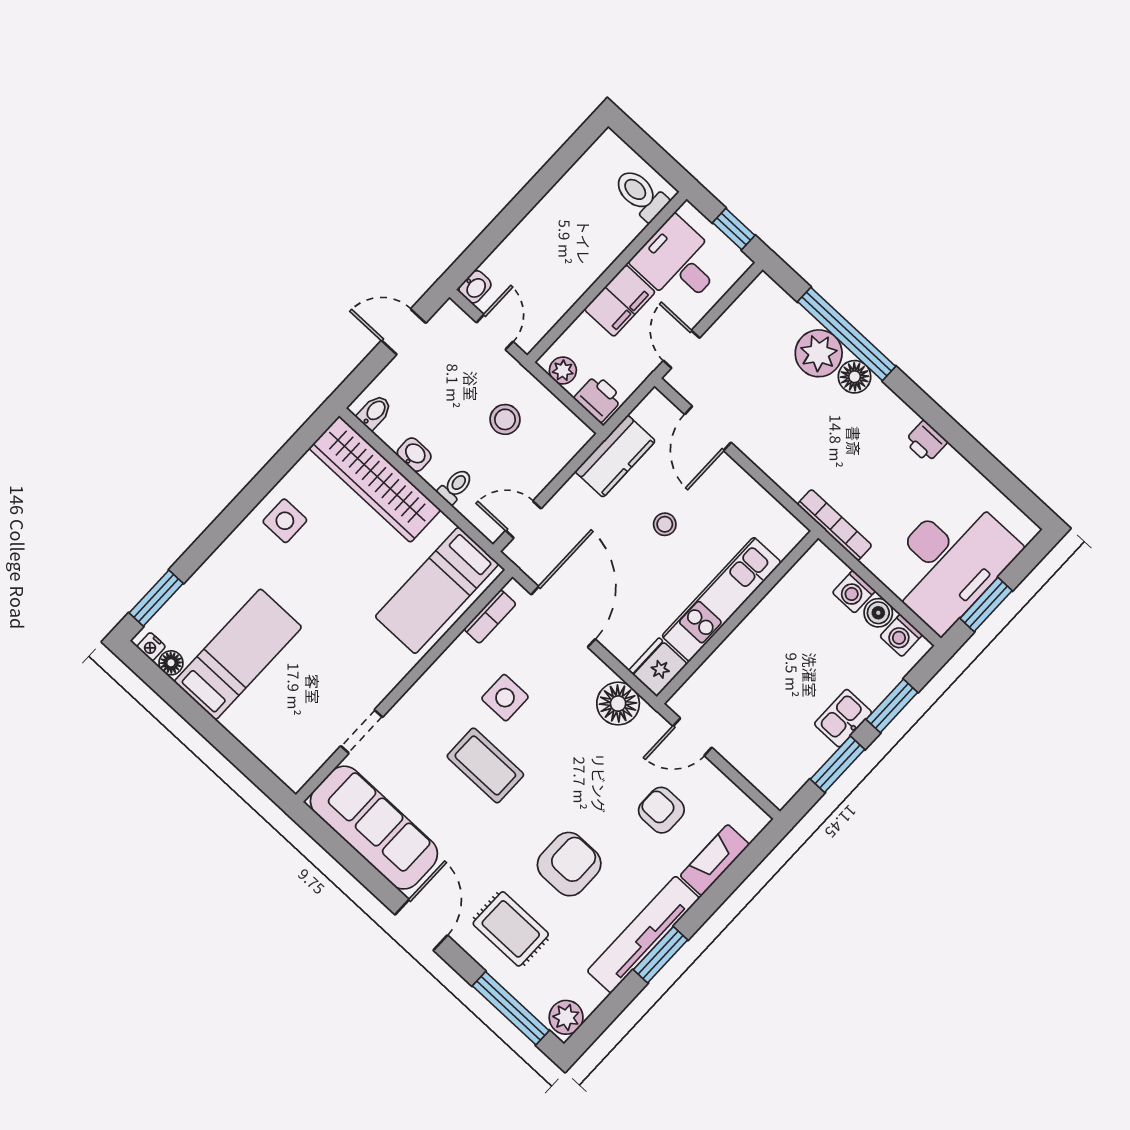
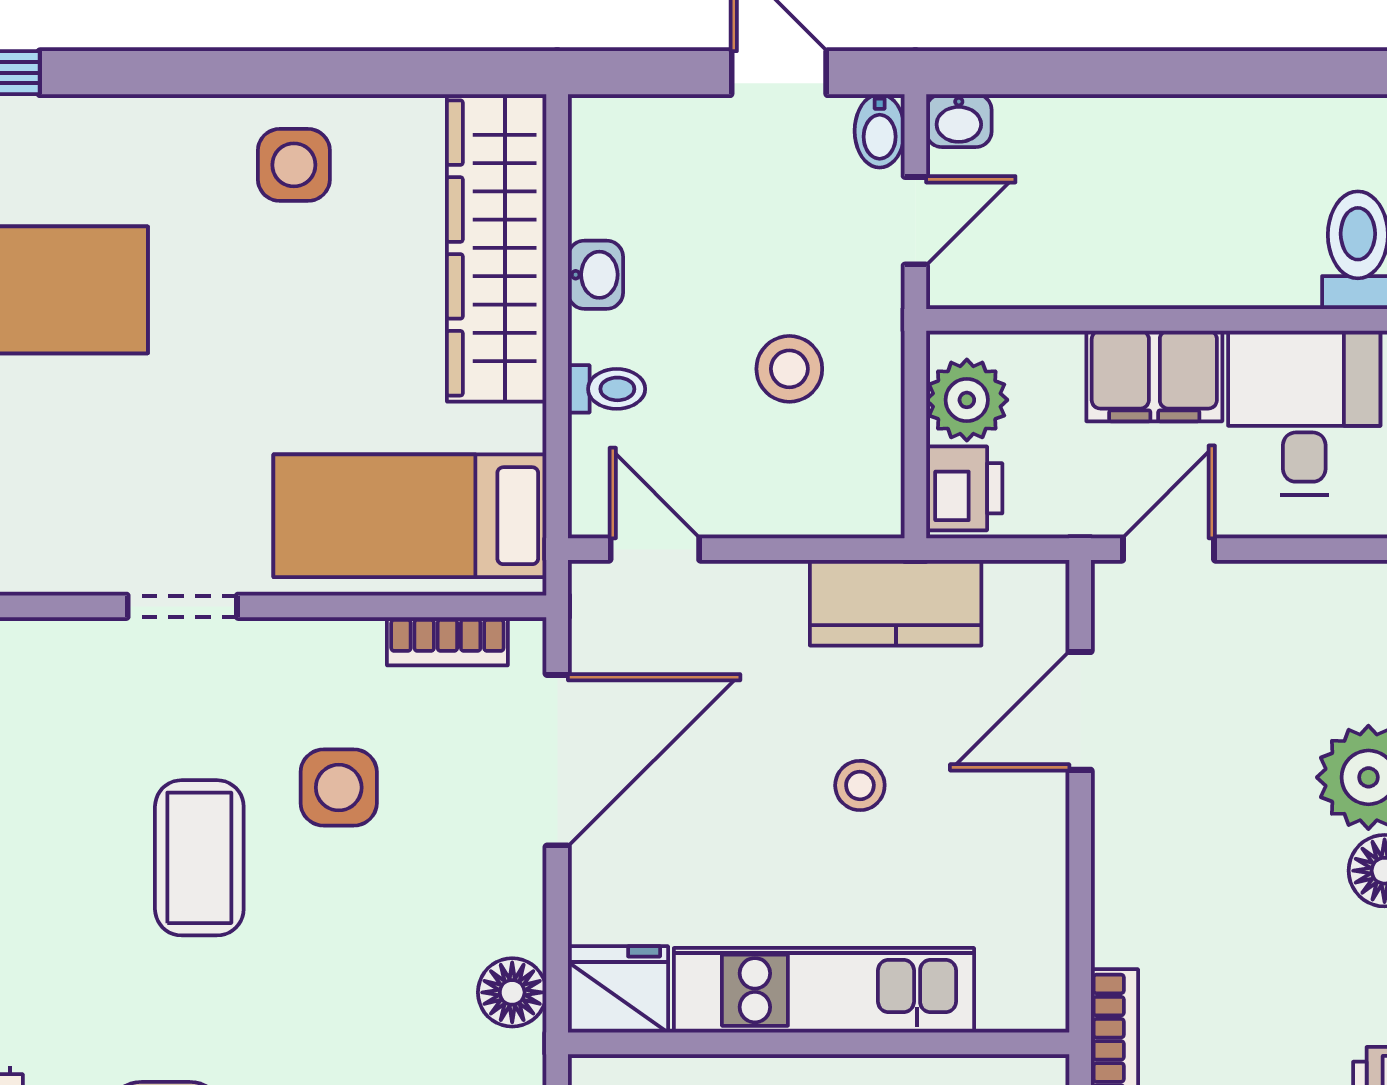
plant: (563, 370) -> (967, 400), width x1.38, depth x1.38
bidet: (374, 412) -> (880, 131), moved, turned 90
floor lamp: (618, 704) -> (512, 992), width x0.73, depth x0.73
doorway: (362, 732) -> (182, 606), moved

